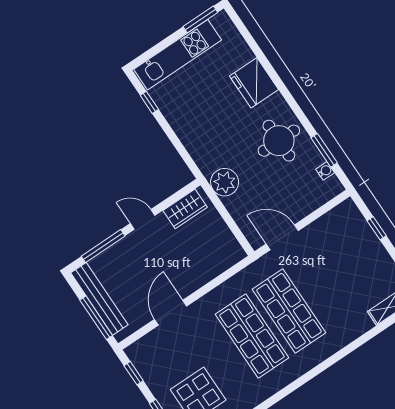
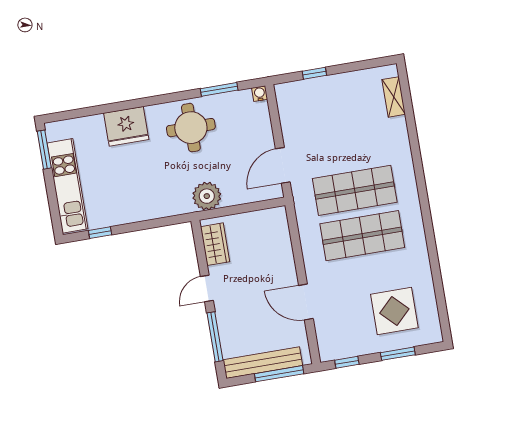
water cooler: (325, 171) -> (260, 94), moved

